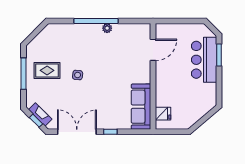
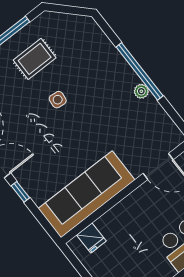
rug: (47, 70) -> (35, 59), turned 90
sofa: (141, 107) -> (86, 194), width x1.36, depth x1.27

